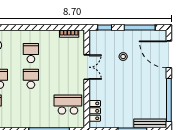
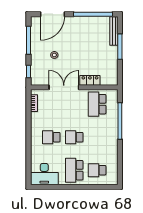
double door: (87, 67) -> (64, 87), width x1.37
locker: (95, 111) -> (90, 80), moved

